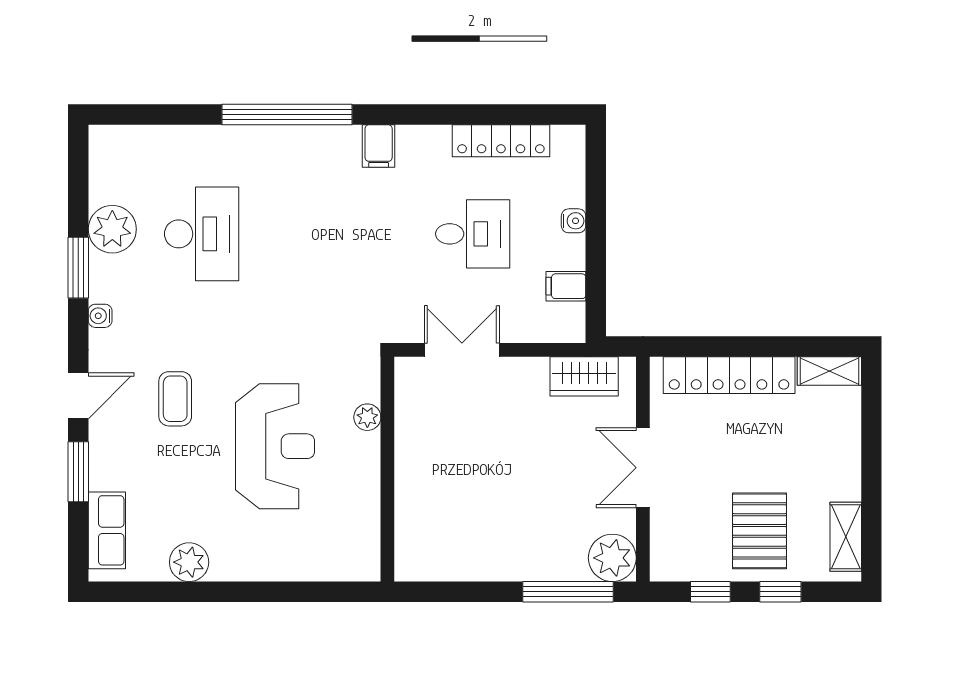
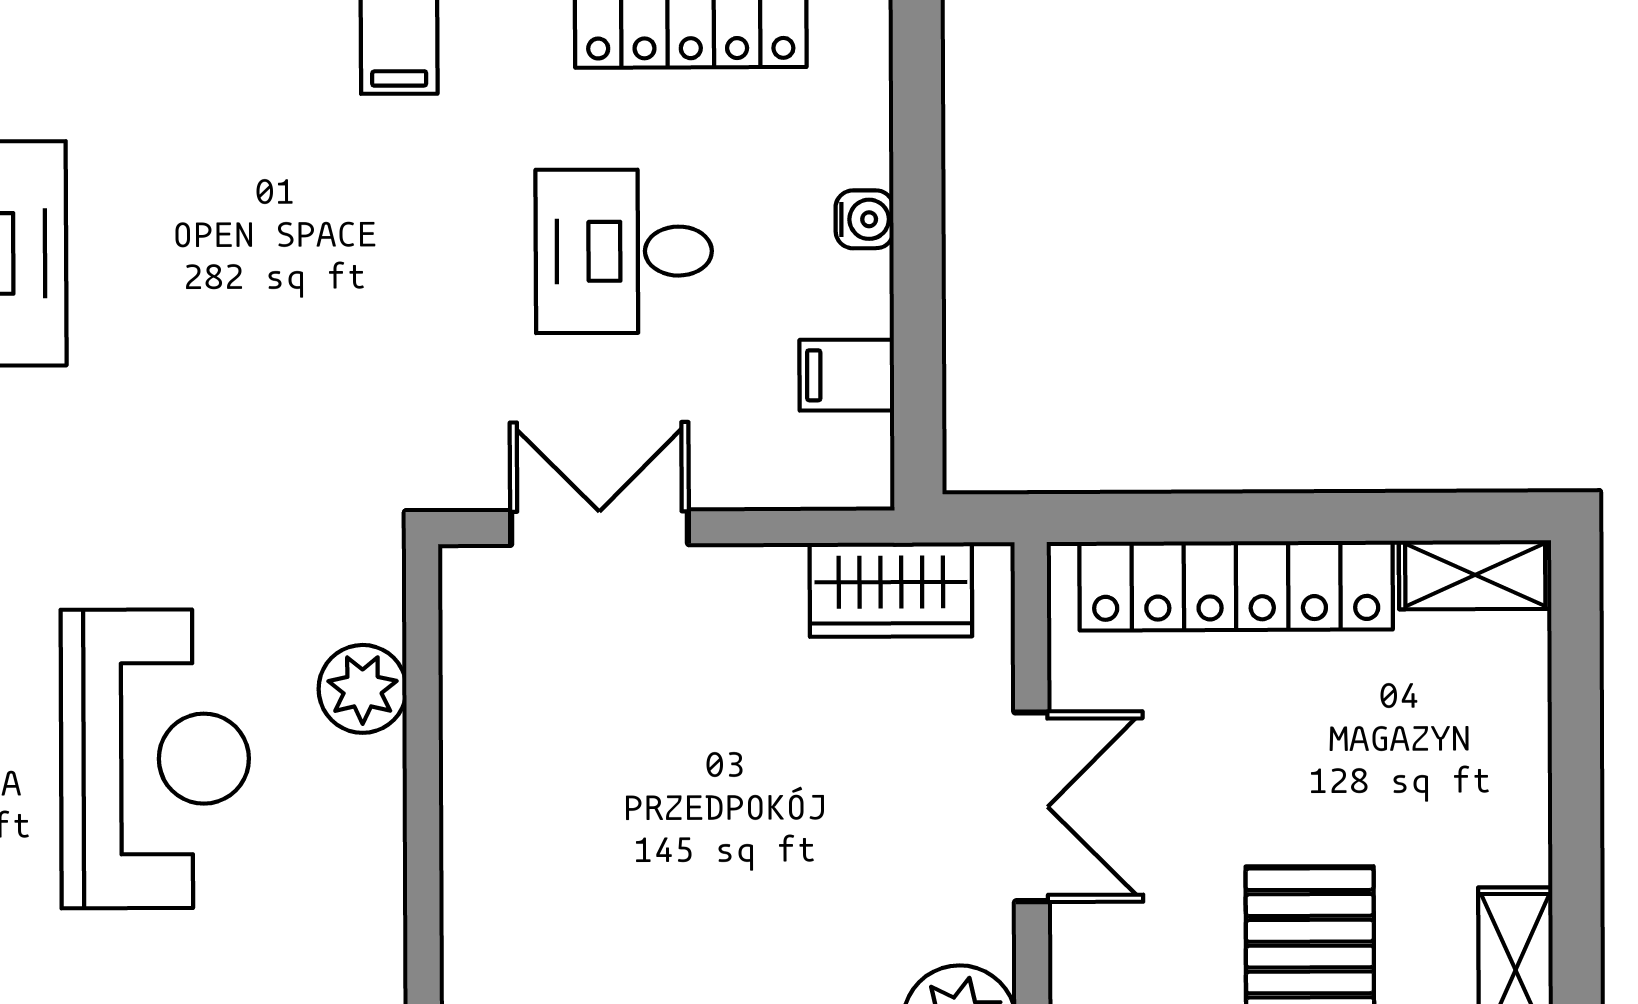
desk: (473, 234) -> (624, 251), turned 180
plant: (367, 417) -> (363, 689), width x1.38, depth x1.38
double door: (643, 468) -> (1032, 807), swing flipped

